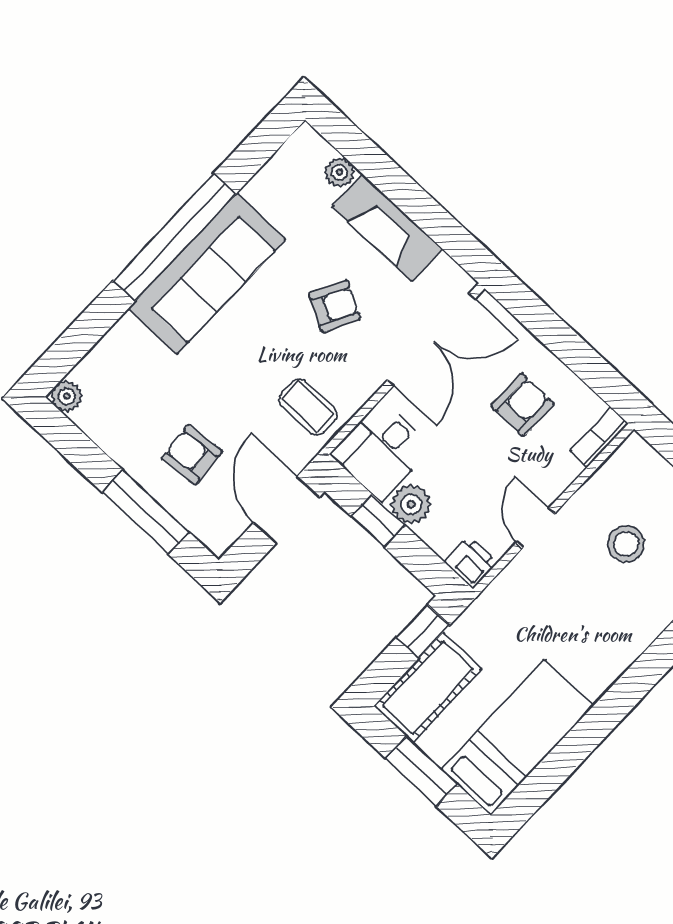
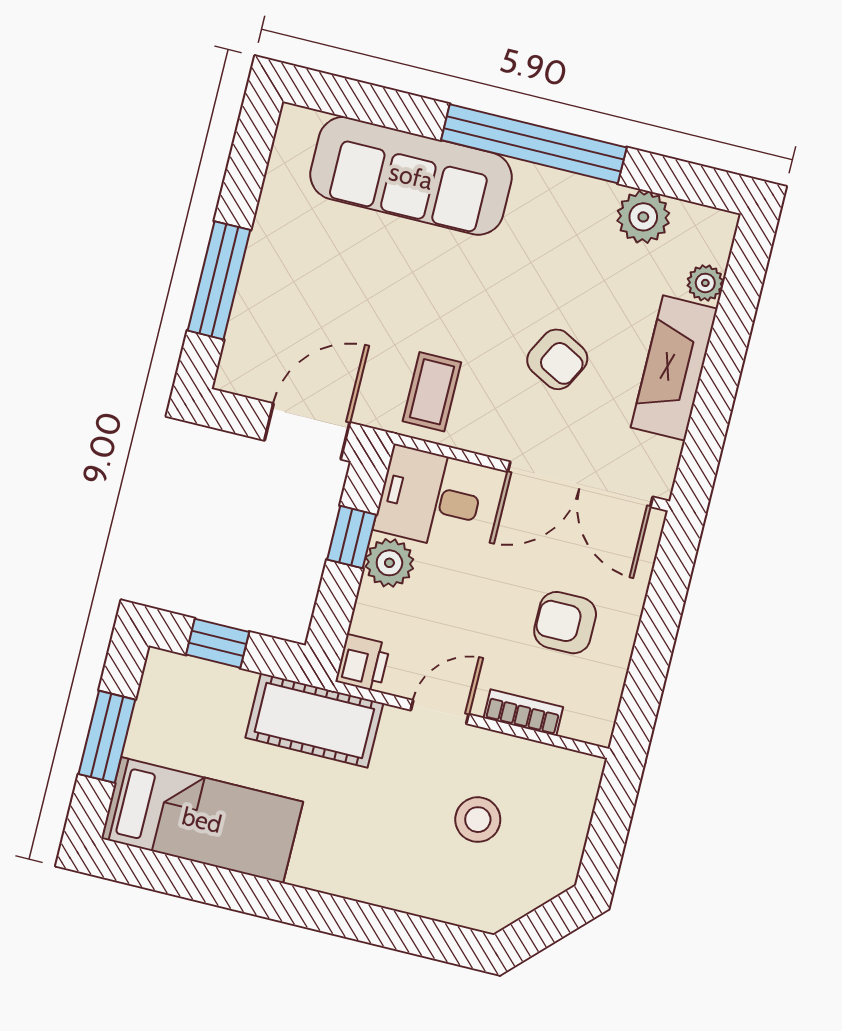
sofa: (207, 274) -> (411, 176), moved
plant: (67, 396) -> (643, 217), moved, width x1.38, depth x1.38
armchair: (522, 405) -> (565, 623), turned 180
bookcase: (599, 437) -> (523, 712), moved
armchair: (192, 455) -> (309, 295), removed
window: (423, 631) -> (218, 643), moved
cot: (428, 687) -> (314, 720), moved

